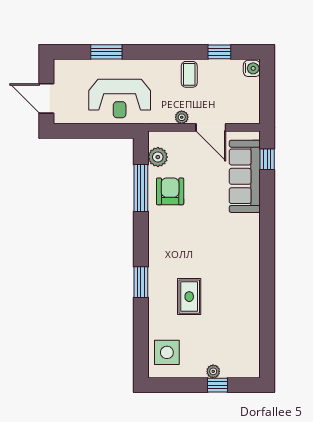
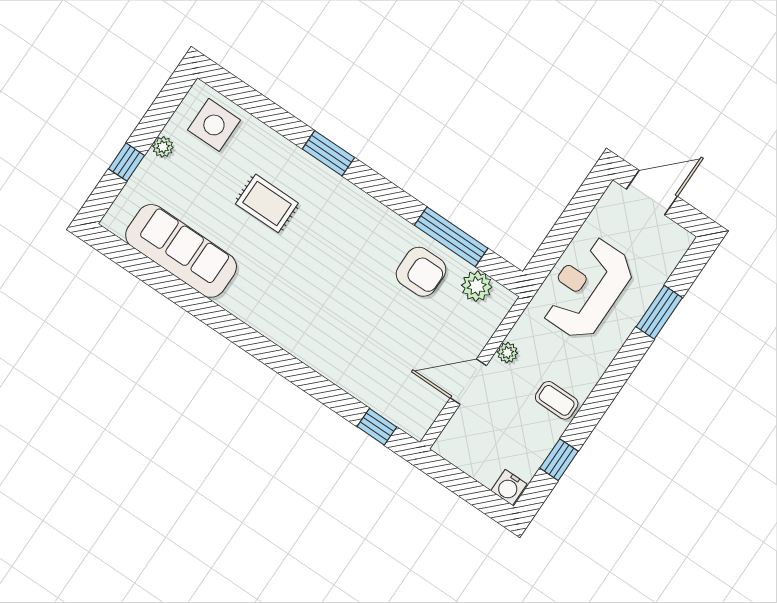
sofa: (245, 176) -> (181, 251), moved
plant: (213, 371) -> (163, 147), moved

